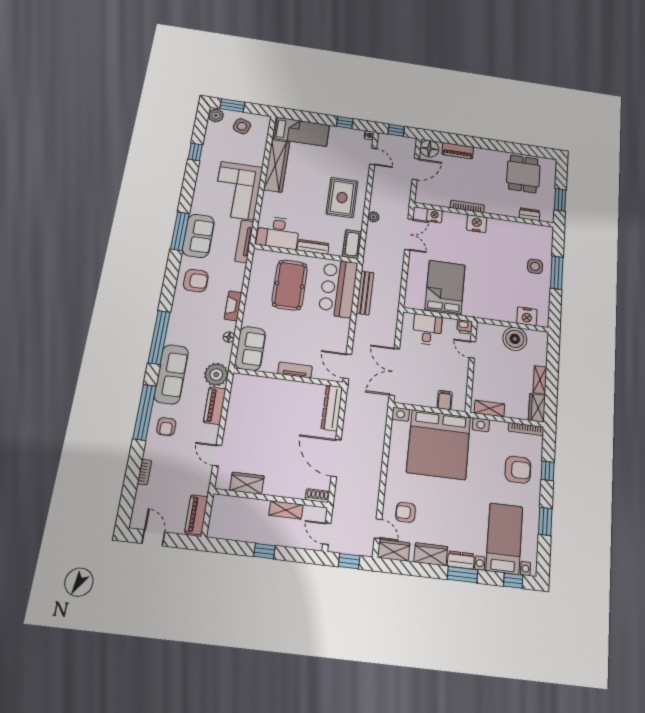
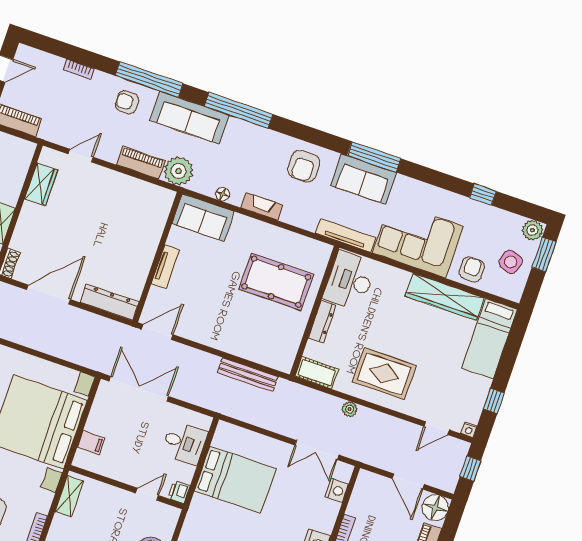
armchair: (253, 151) -> (472, 269), added
bar counter: (338, 288) -> (260, 342), removed

